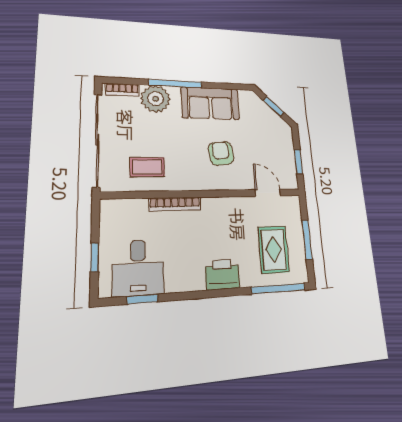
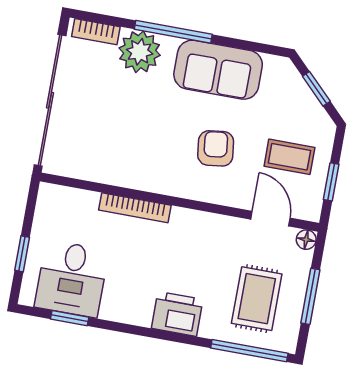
coffee table: (147, 167) -> (289, 157), moved
floor lamp: (294, 202) -> (306, 240), added

